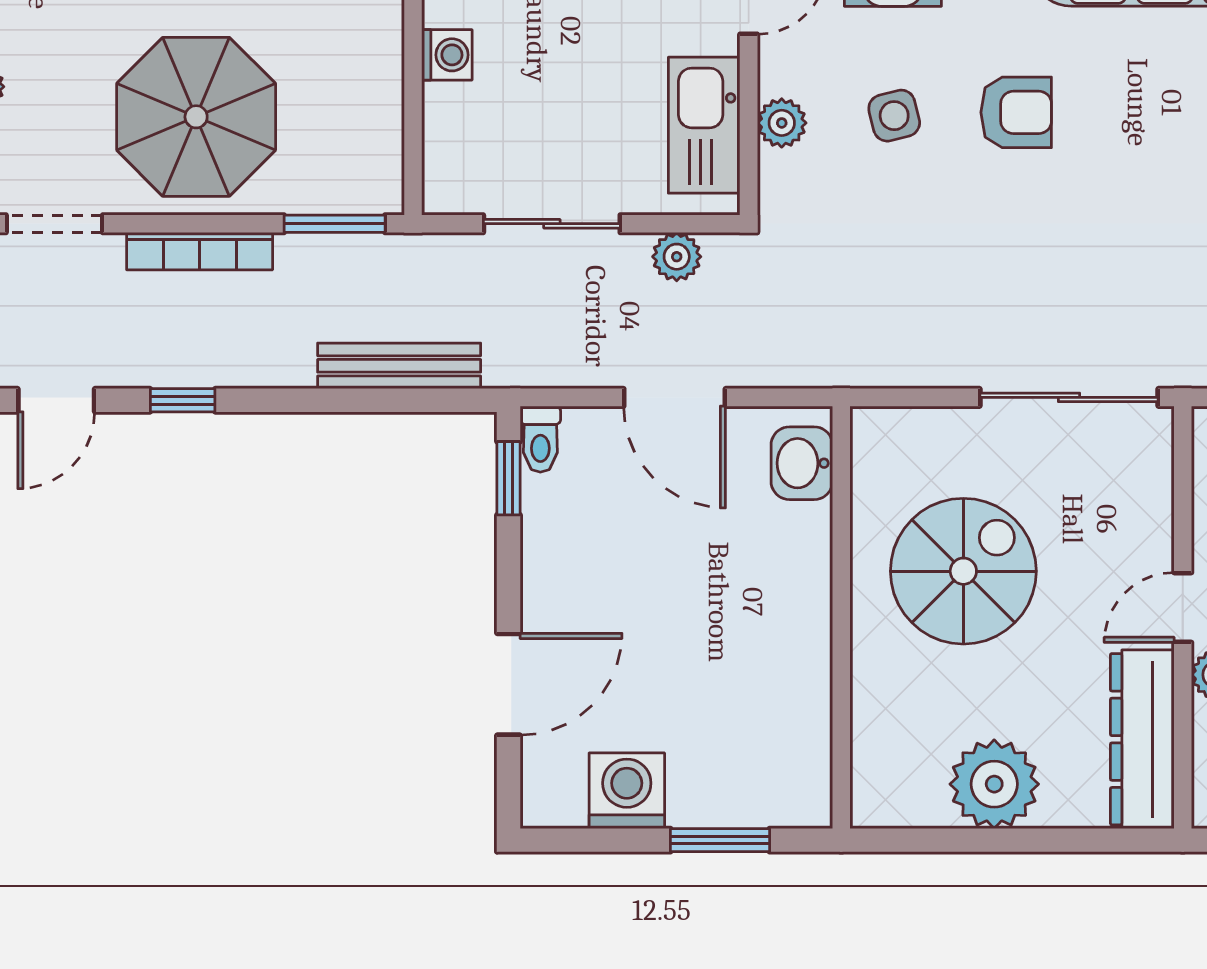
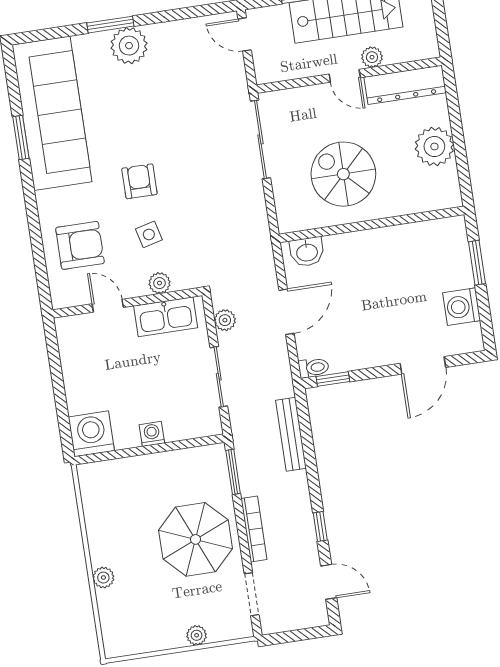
door: (508, 684) -> (423, 365), swing flipped

